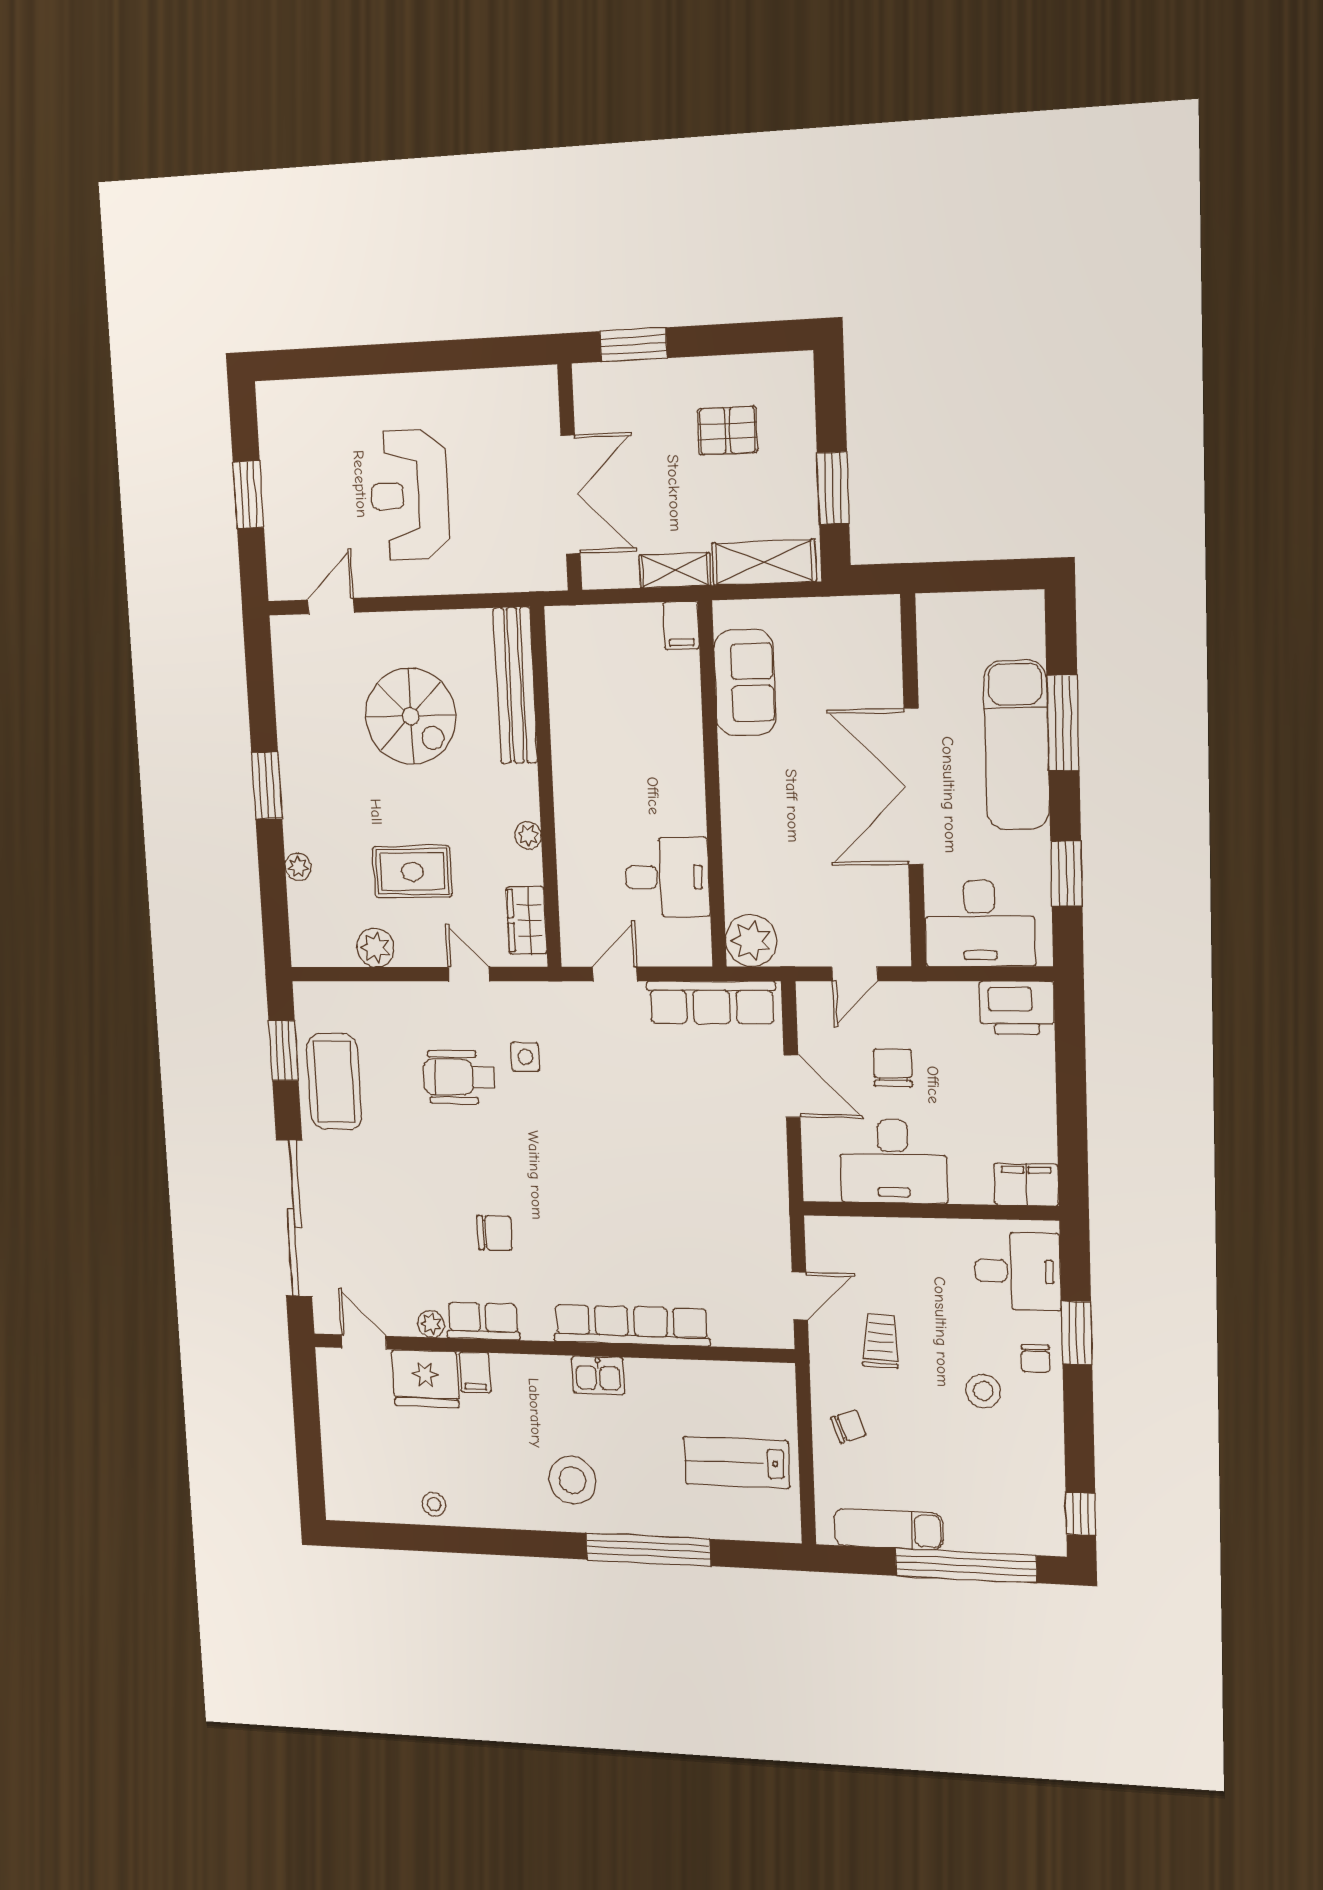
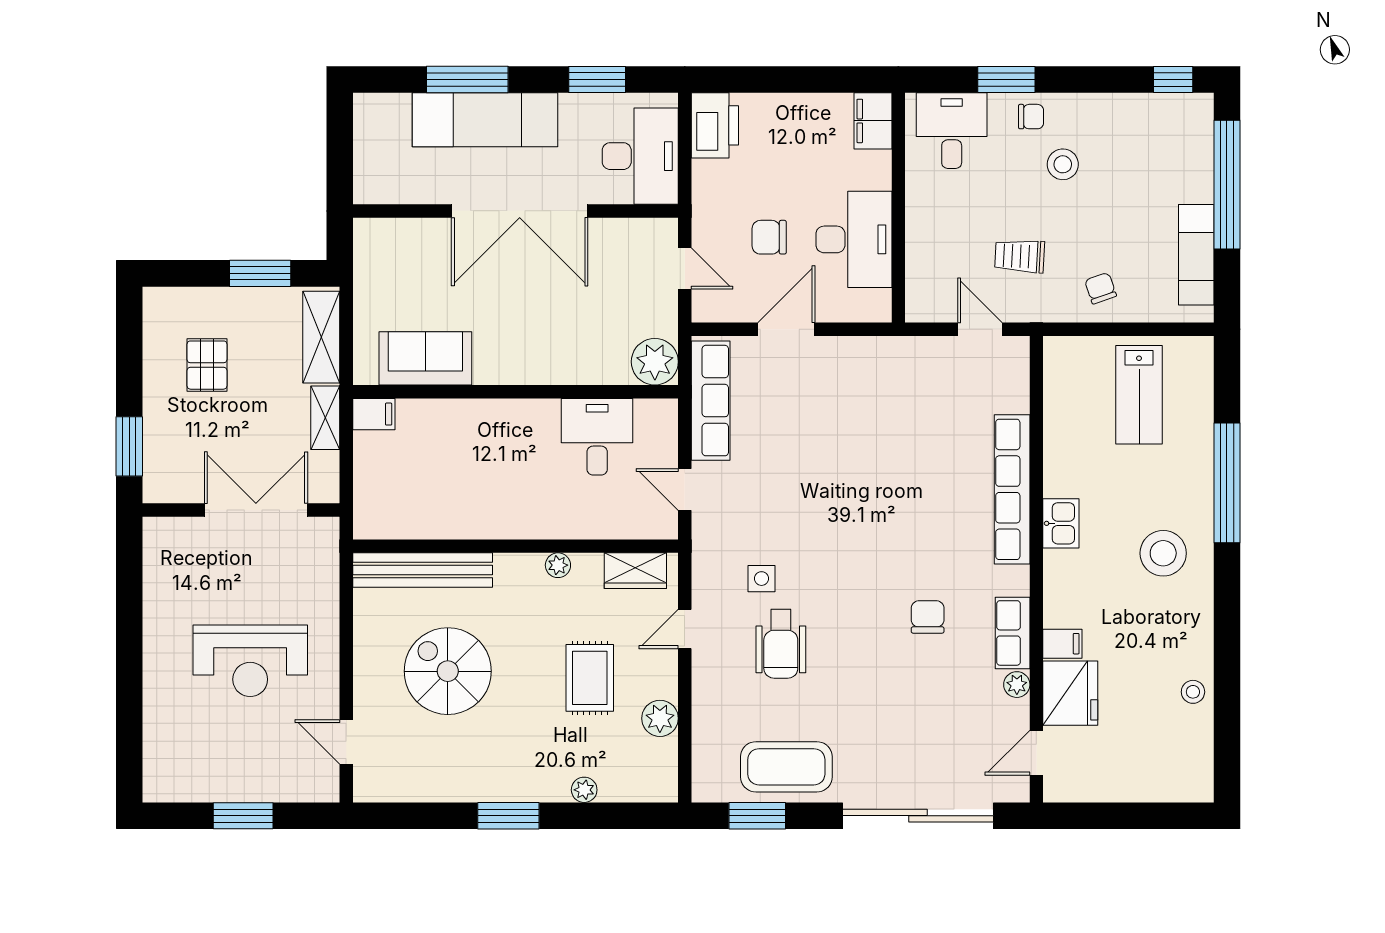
spiral stairs: (411, 716) -> (448, 671), turned -90

